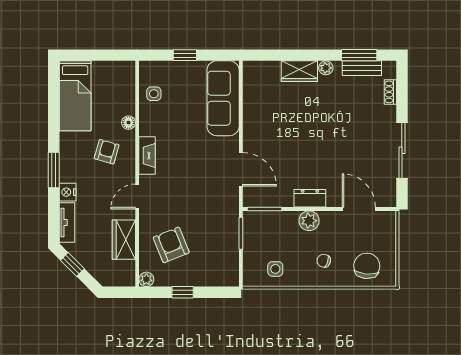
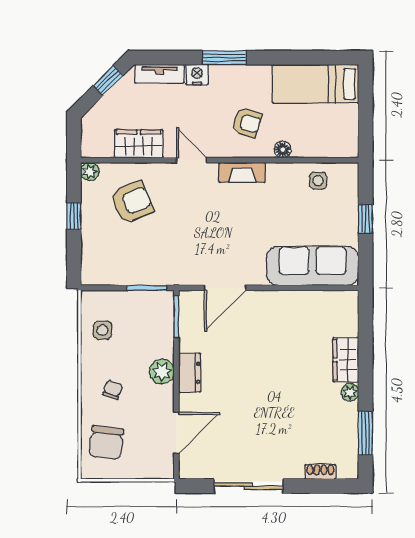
bench: (362, 68) -> (350, 437), removed
chair: (367, 266) -> (106, 443), turned 92

